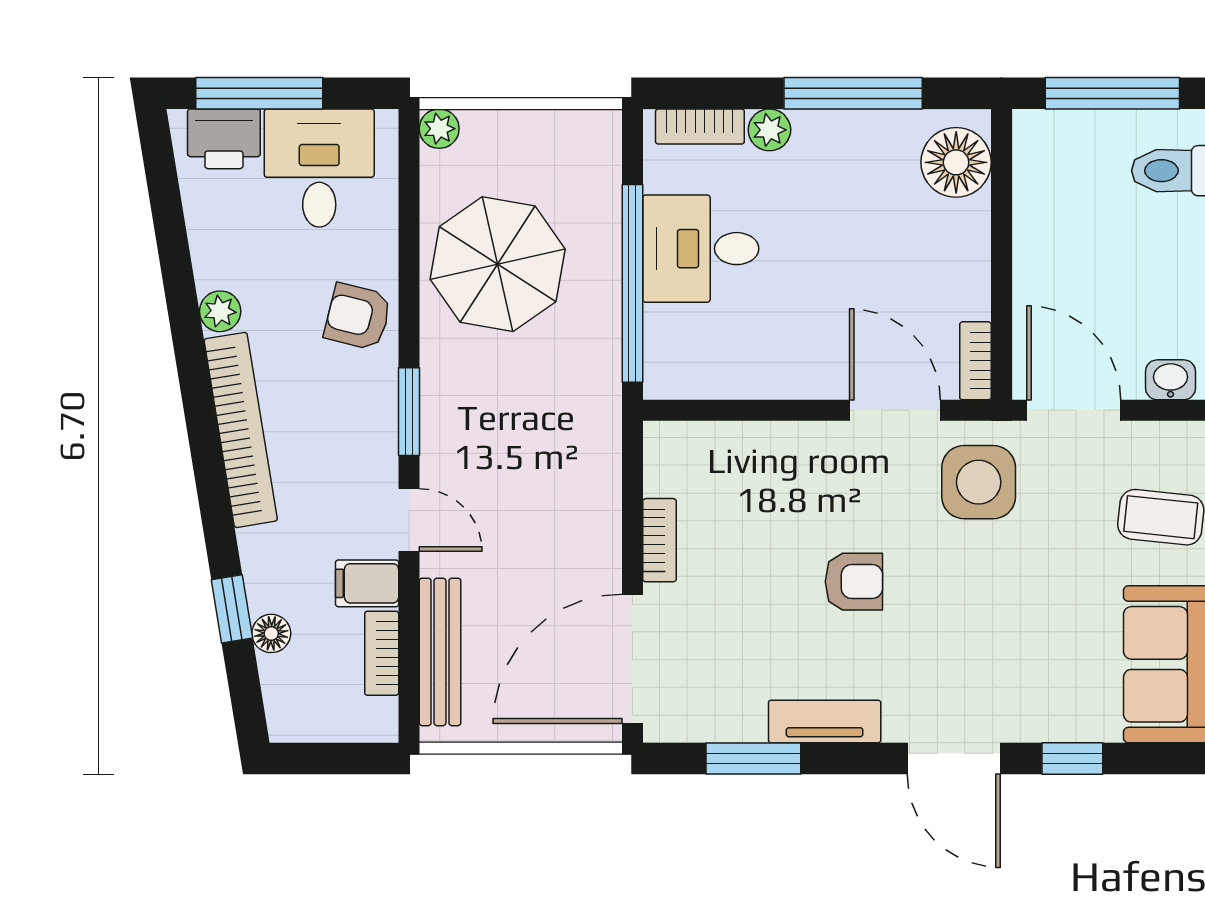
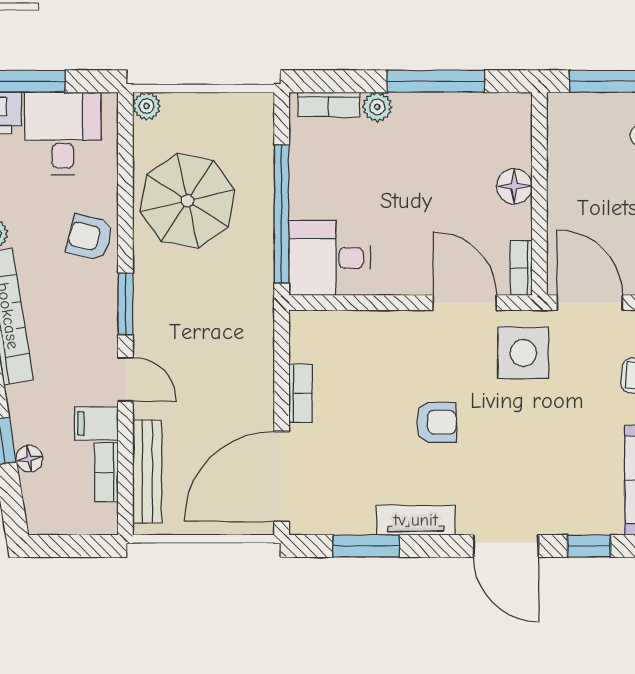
floor lamp: (956, 162) -> (514, 186), moved, width x0.73, depth x0.73
desk: (701, 249) -> (329, 258), moved

